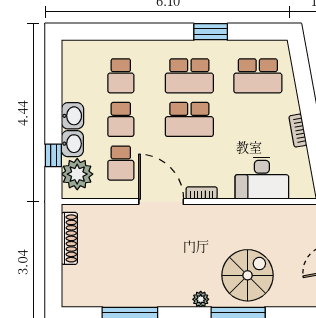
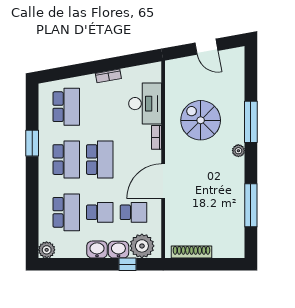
plant: (72, 50) -> (47, 250), added
school desk: (121, 76) -> (66, 212), width x1.85
bookcase: (202, 193) -> (156, 137), moved
spiral stairs: (248, 275) -> (201, 120), moved

